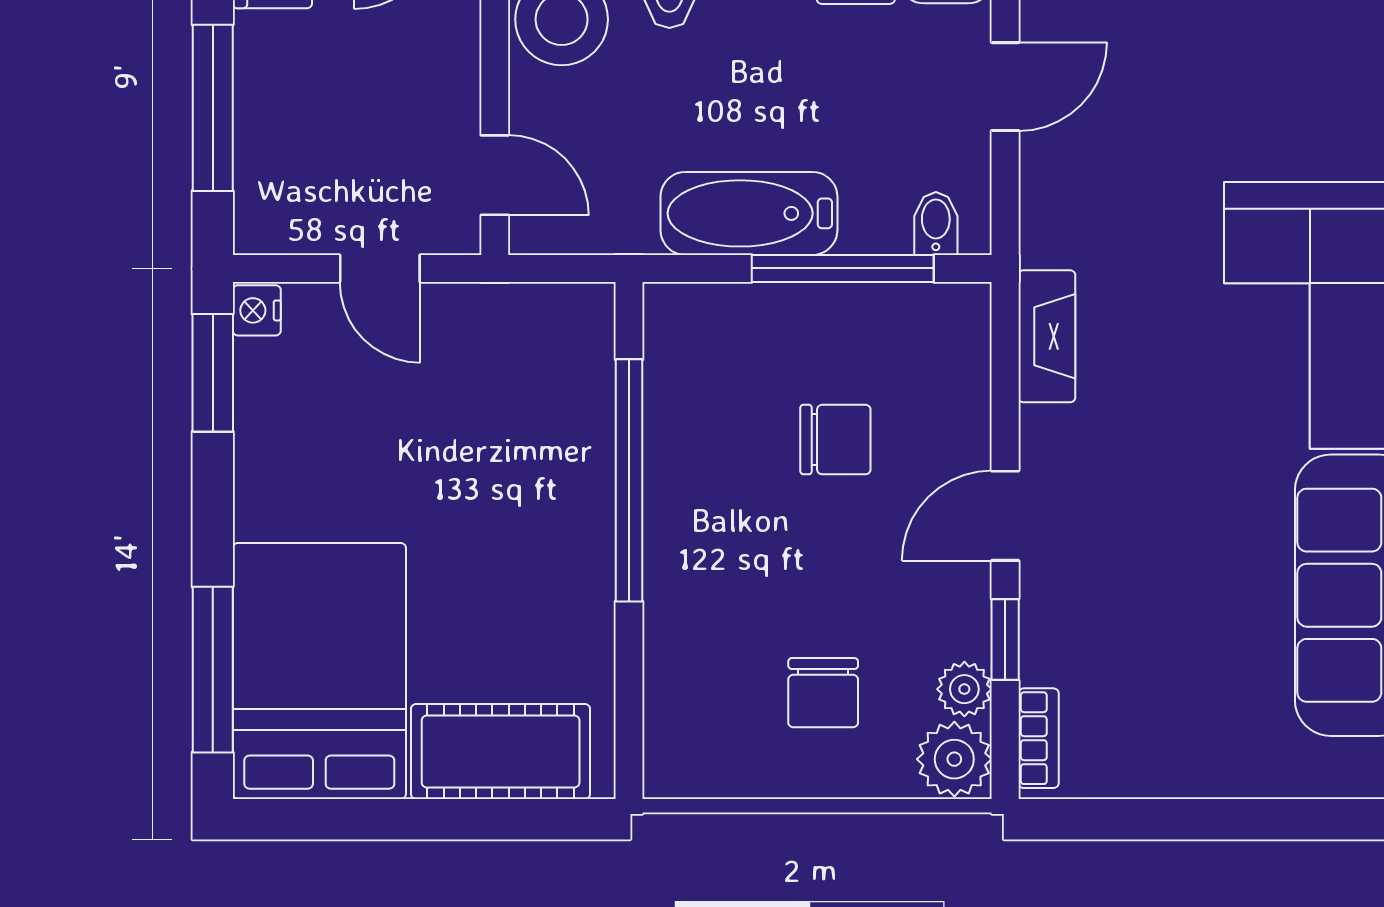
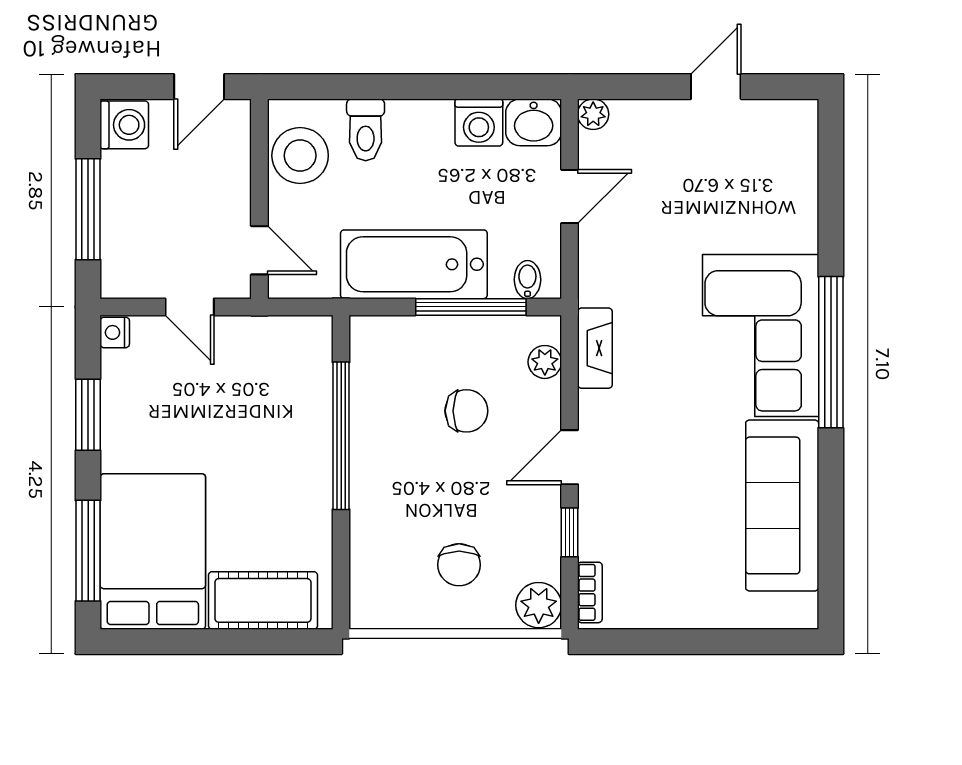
bathtub: (749, 213) -> (414, 264), width x1.36, depth x1.36
window: (213, 373) -> (88, 415), moved
plant: (964, 689) -> (545, 362), moved

